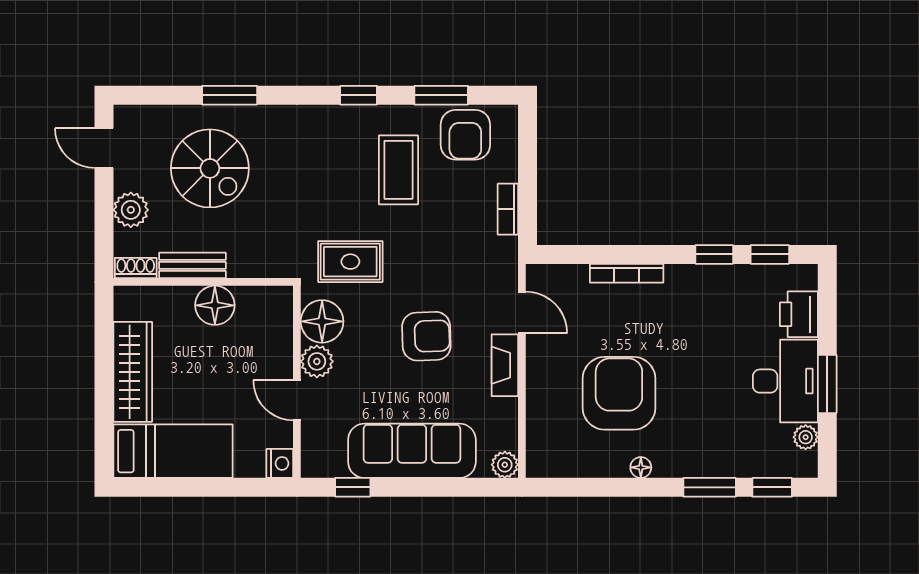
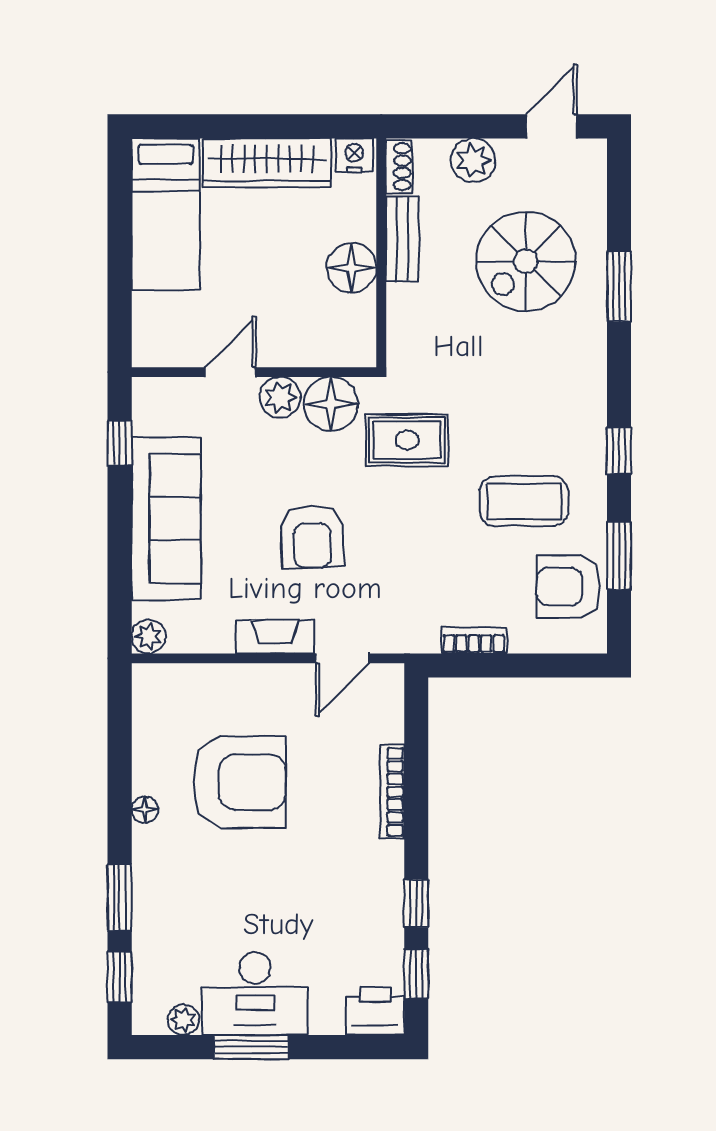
rug: (350, 262) -> (407, 440), turned 90
printer: (799, 314) -> (375, 1011), moved
nightstand: (280, 463) -> (354, 155), moved, turned 180

